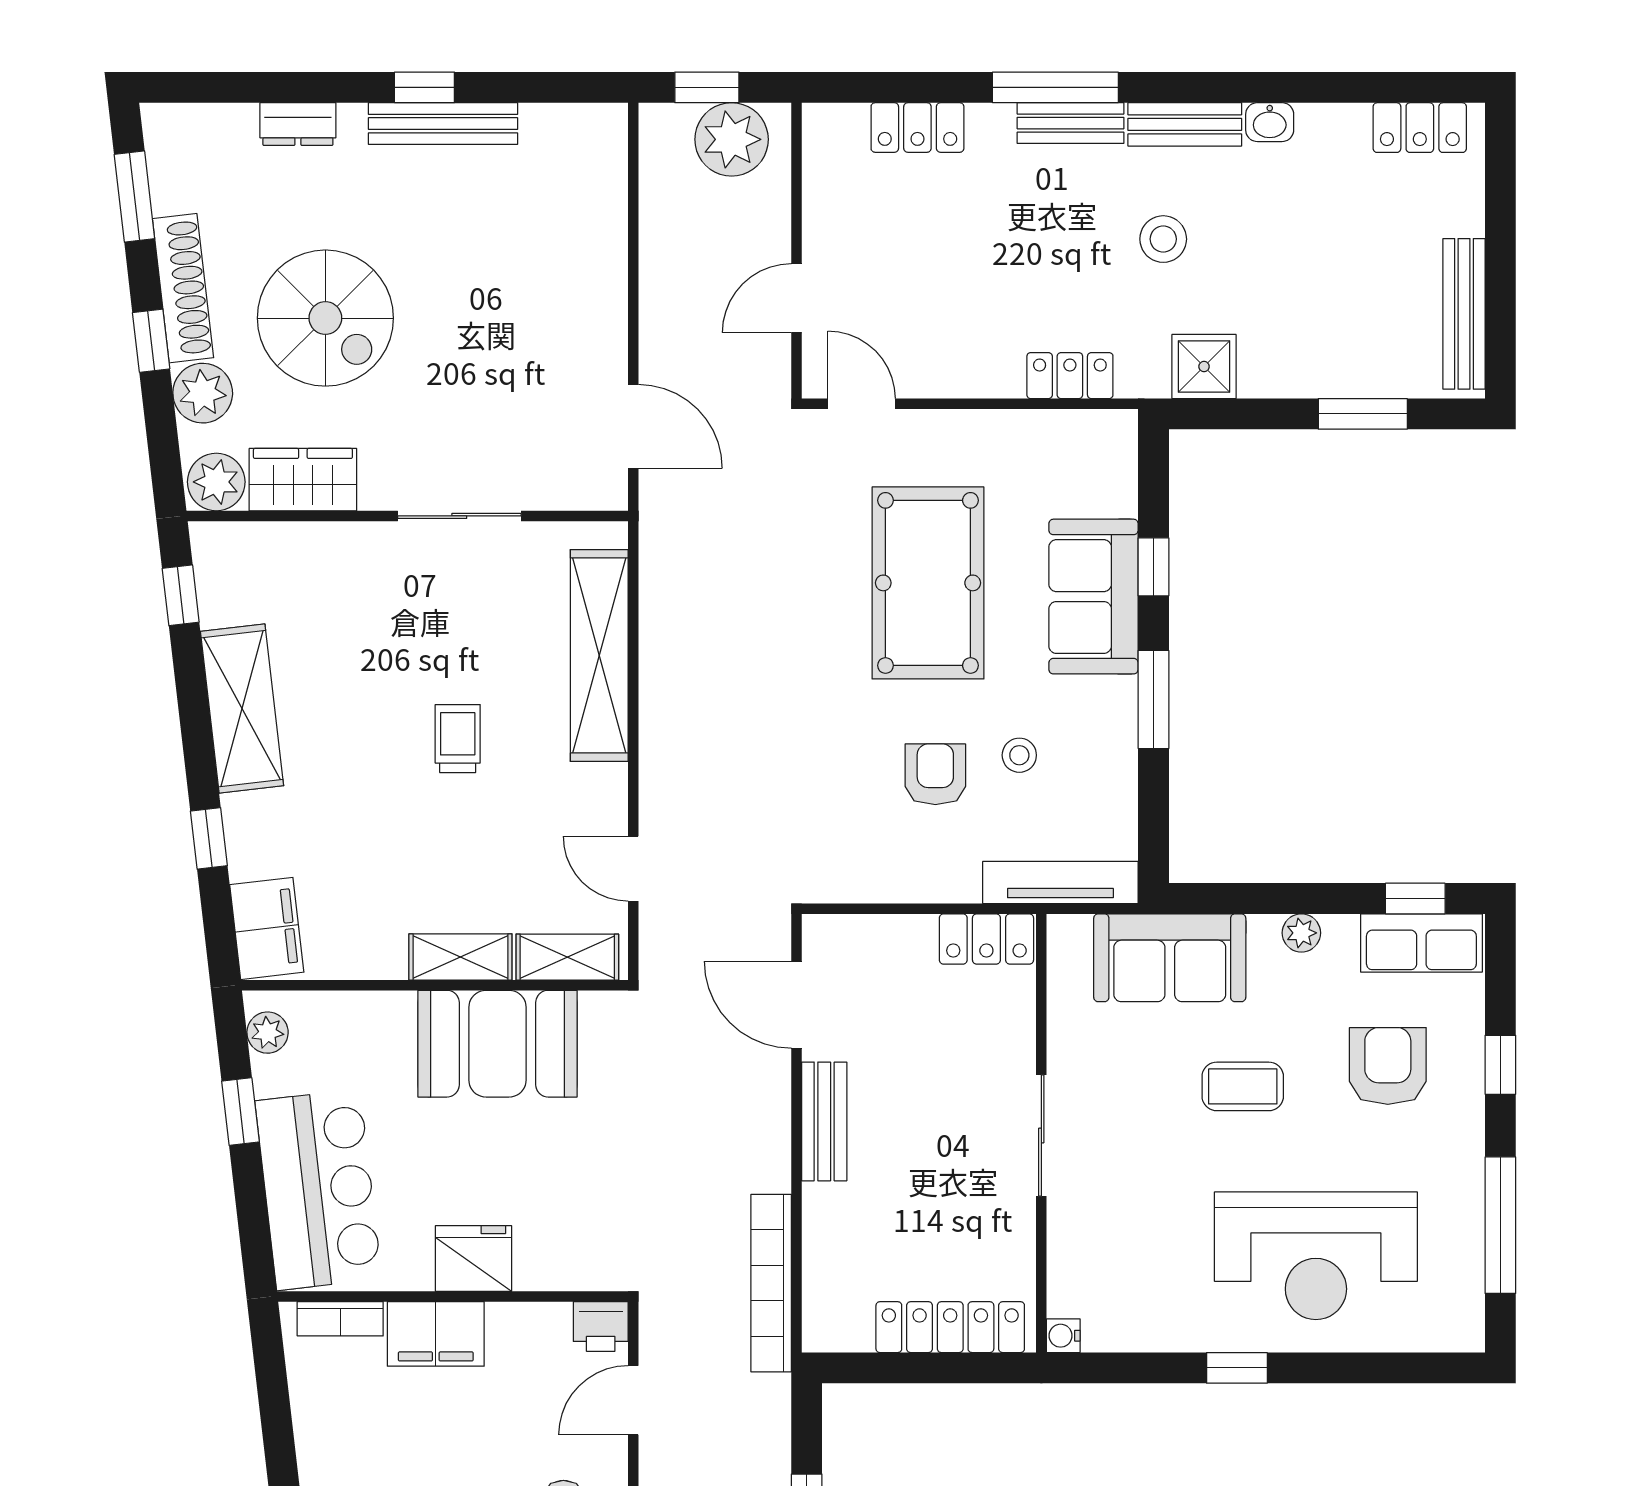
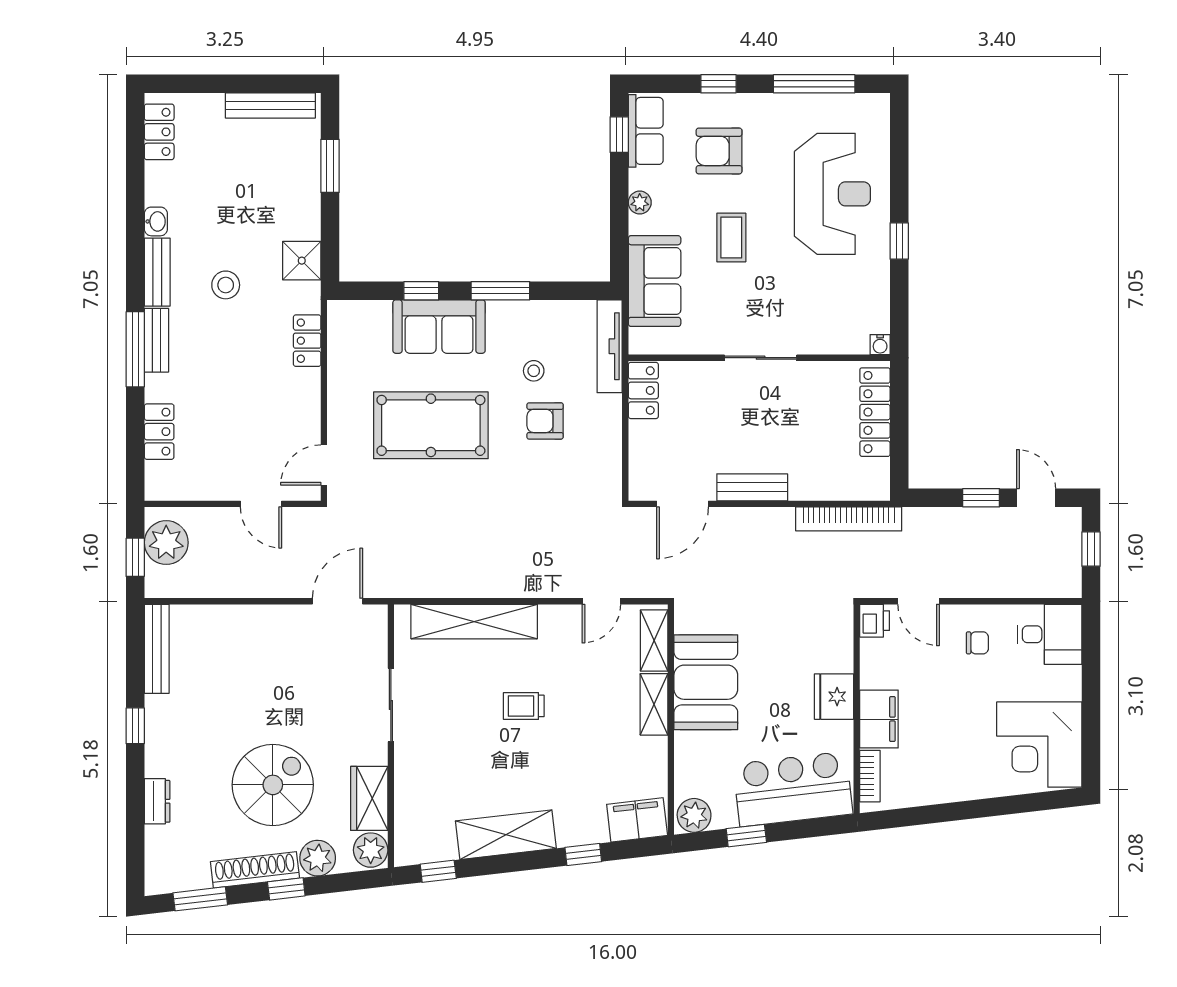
bench: (443, 124) -> (157, 649), moved
plant: (268, 1033) -> (694, 815), width x1.38, depth x1.38

